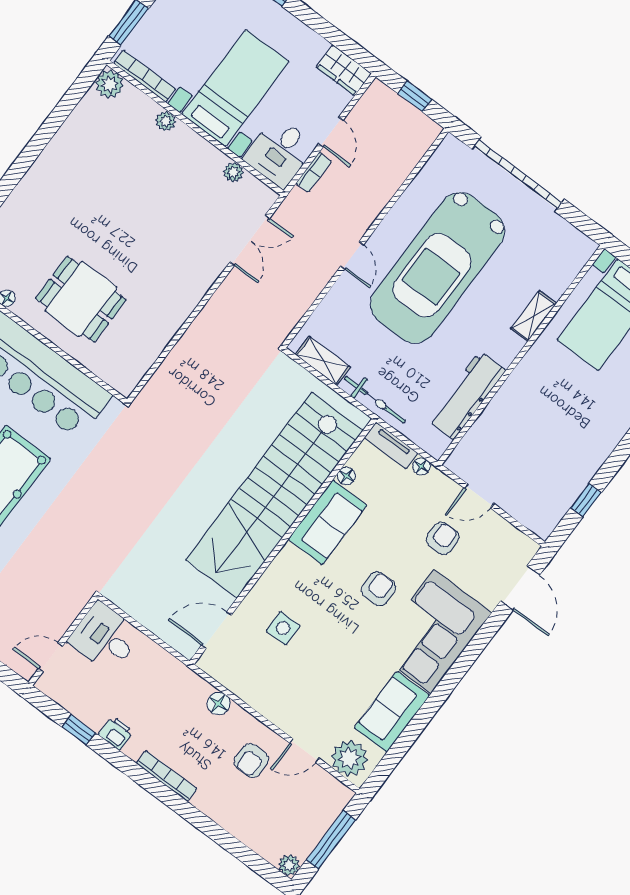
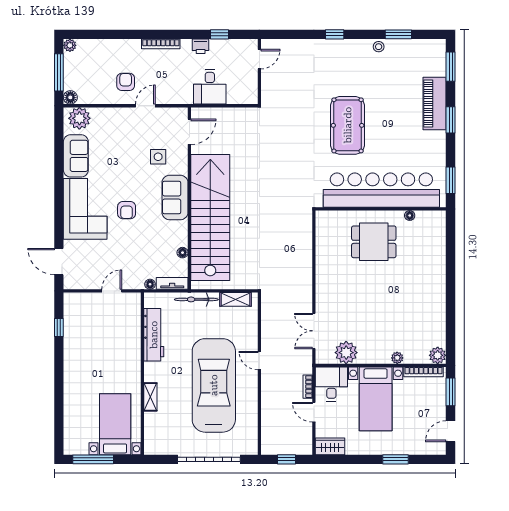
plant: (234, 172) -> (346, 353), width x1.88, depth x1.88
sofa: (327, 522) -> (175, 198), moved
armchair: (443, 538) -> (114, 257), removed
desk: (105, 637) -> (210, 87), moved, turned 90
floor lamp: (219, 704) -> (70, 97), moved
door: (304, 751) -> (145, 106), moved

